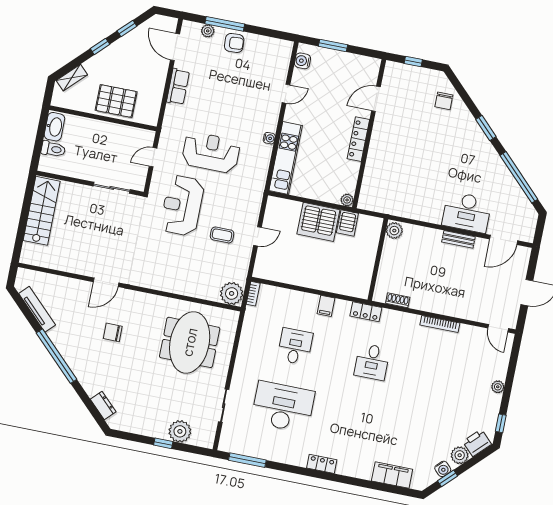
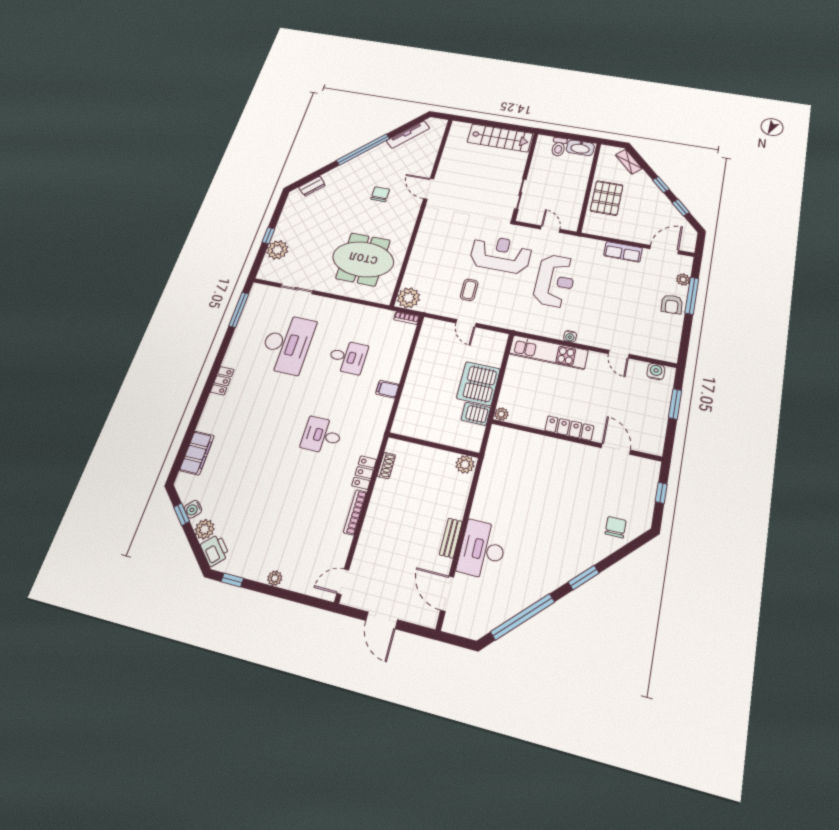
chair: (444, 101) -> (616, 527), turned 90
locker: (366, 312) -> (364, 473), moved

